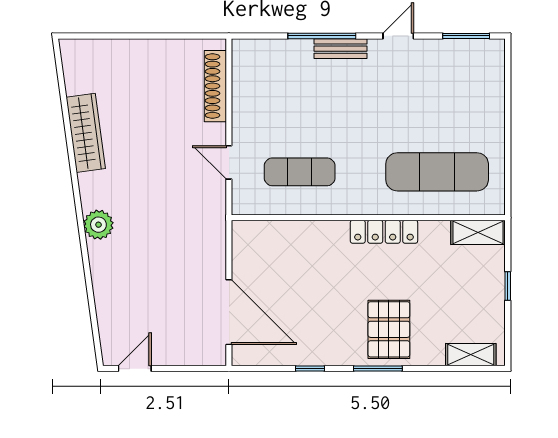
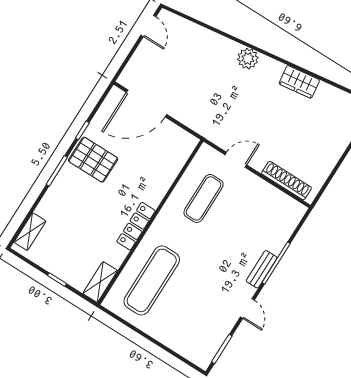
wardrobe: (86, 133) -> (299, 82), width x0.67
pallet: (389, 329) -> (93, 160), moved

